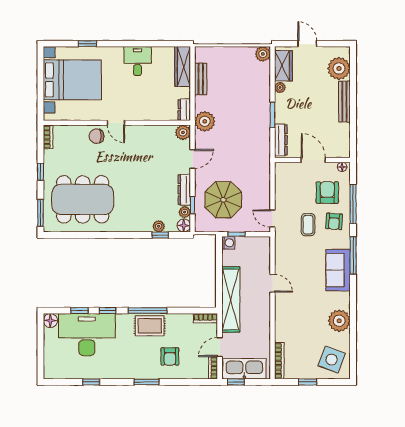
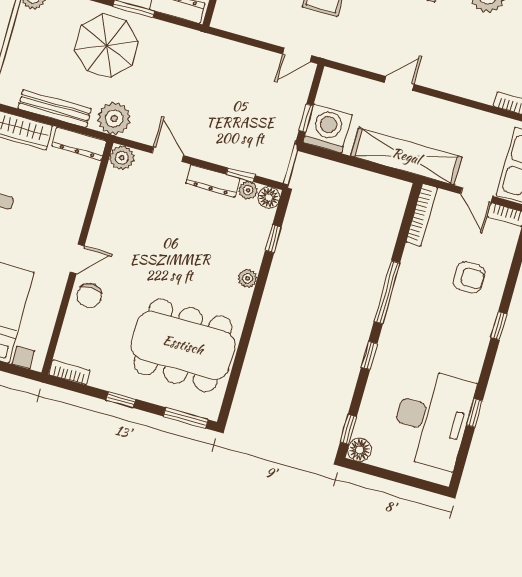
bench: (201, 79) -> (55, 109), width x1.36
dresser: (184, 110) -> (79, 144), width x1.44
dining table: (83, 199) -> (183, 345), turned 90
parasol: (223, 200) -> (107, 46), moved
plant: (159, 226) -> (247, 278), moved
washing machine: (228, 243) -> (328, 129), width x1.89, depth x1.89
window: (79, 311) -> (348, 429), moved
bookcase: (206, 318) -> (422, 215), width x1.56
rug: (150, 326) -> (412, 296), removed
desk: (87, 335) -> (432, 419), moved, turned 180
window: (146, 382) -> (499, 326), width x0.67

